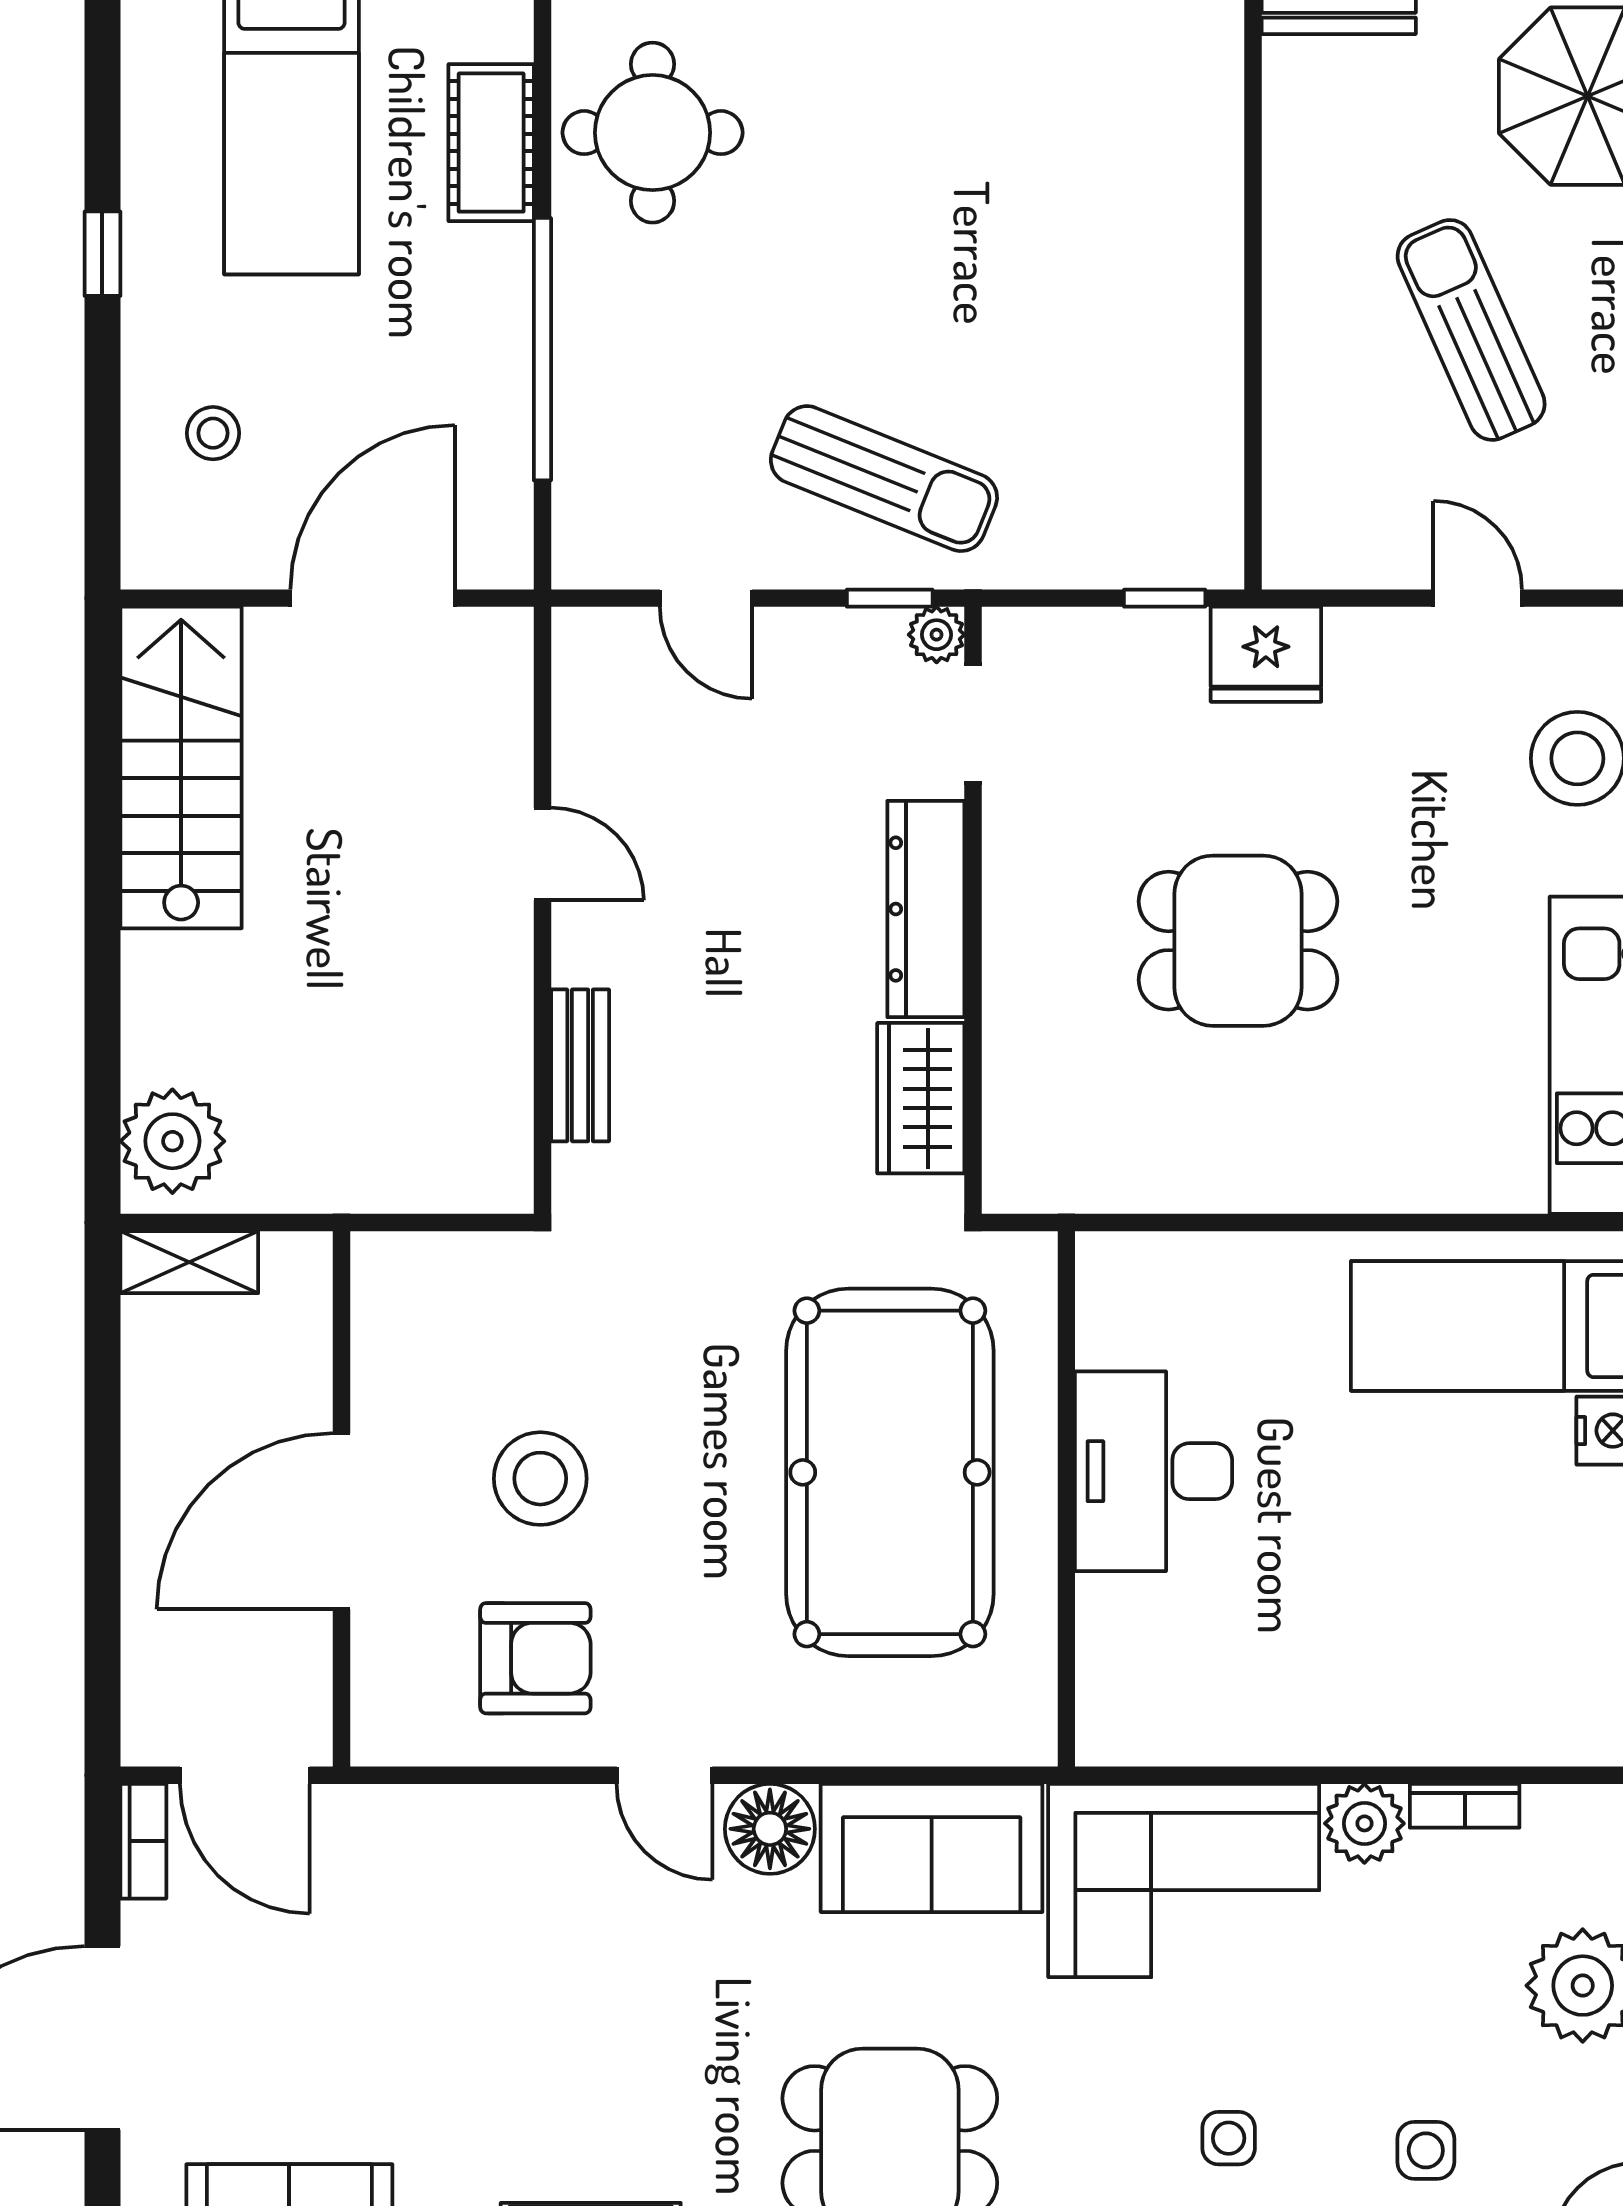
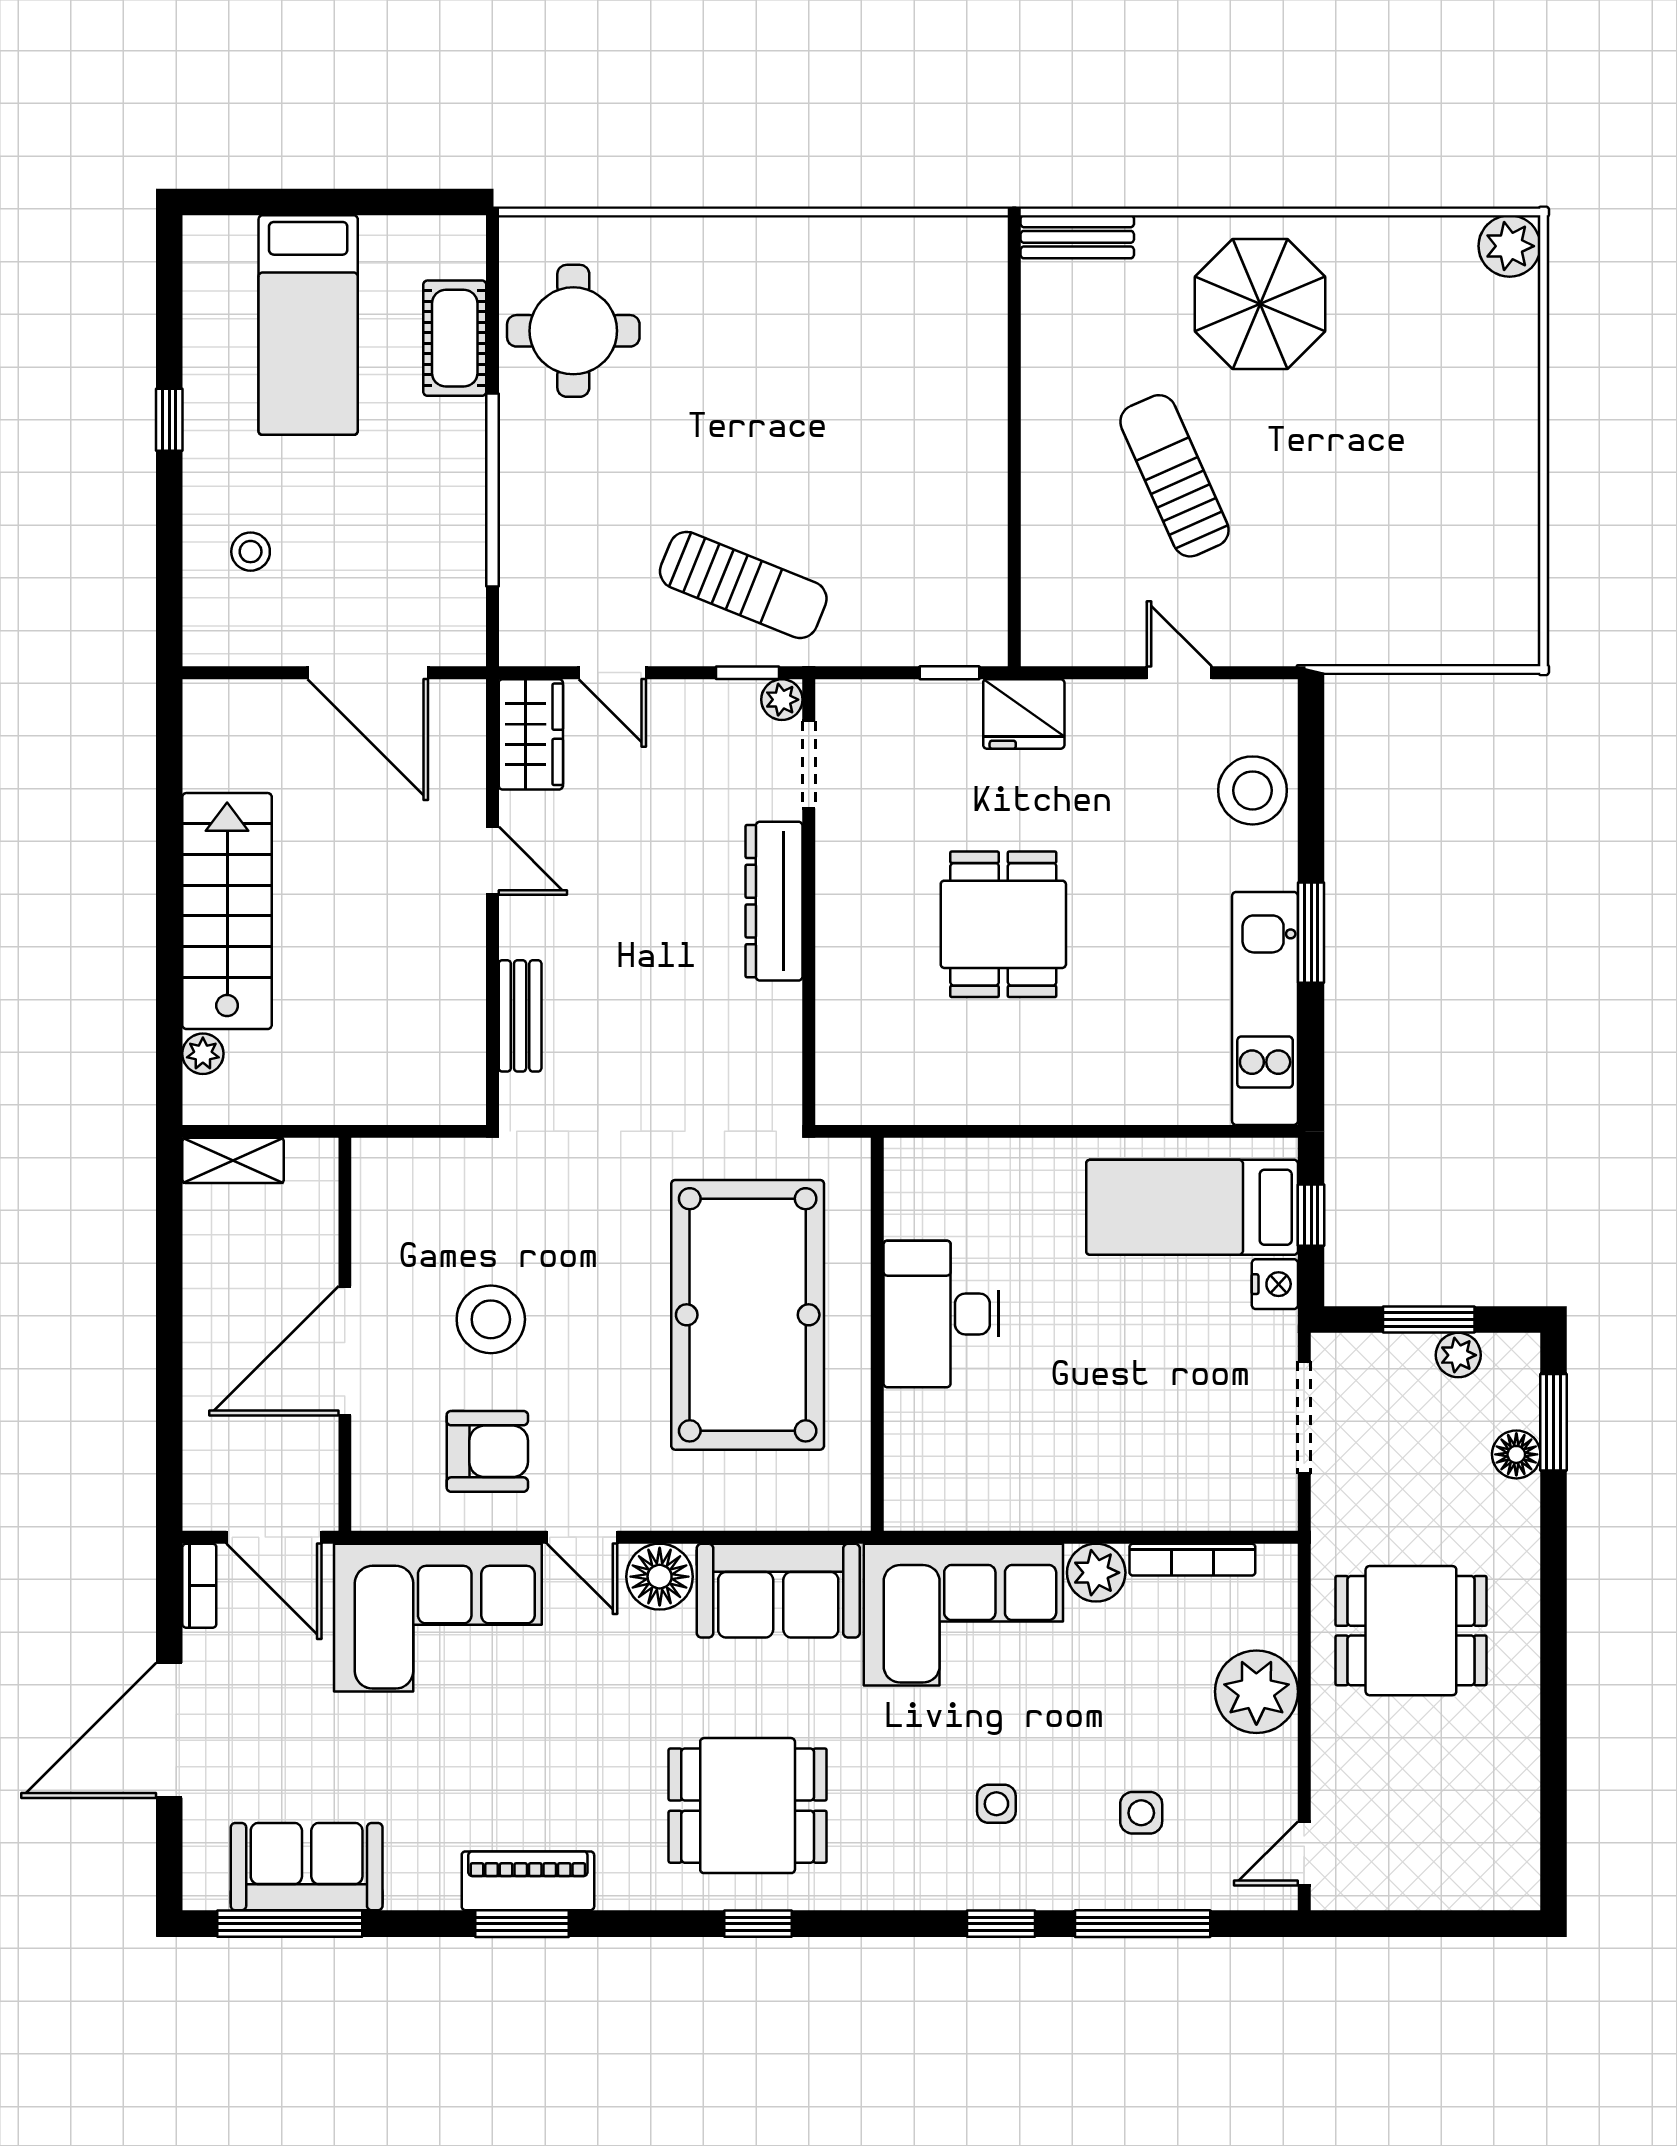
door: (373, 598) -> (368, 673), swing flipped
stairs: (181, 768) -> (227, 911), moved
dining table: (1238, 941) -> (1003, 924), turned 90
wardrobe: (921, 1098) -> (531, 734), moved, turned 180
plant: (172, 1141) -> (203, 1054), width x0.53, depth x0.53
bookcase: (1465, 1806) -> (1192, 1560), width x1.56
corner sofa: (468, 1885) -> (438, 1618), added

